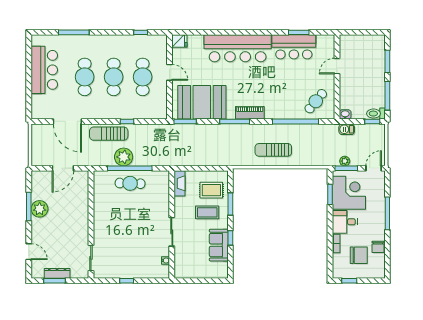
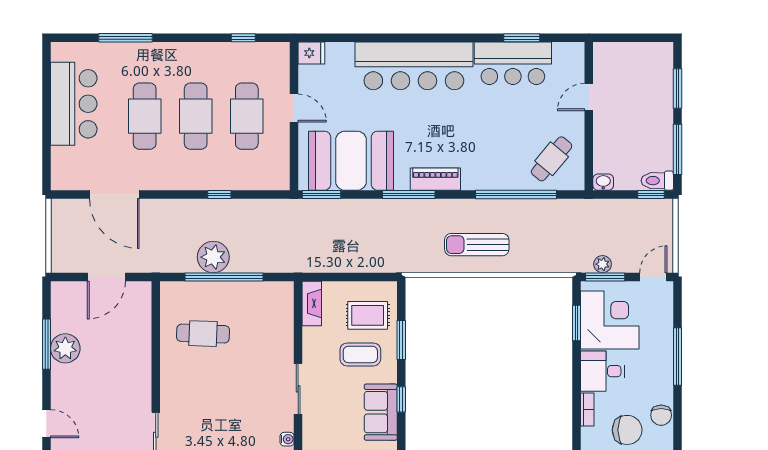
barbecue: (347, 129) -> (606, 208), removed
sun lounger: (109, 134) -> (187, 216), removed
cafe table: (130, 183) -> (203, 334), moved

